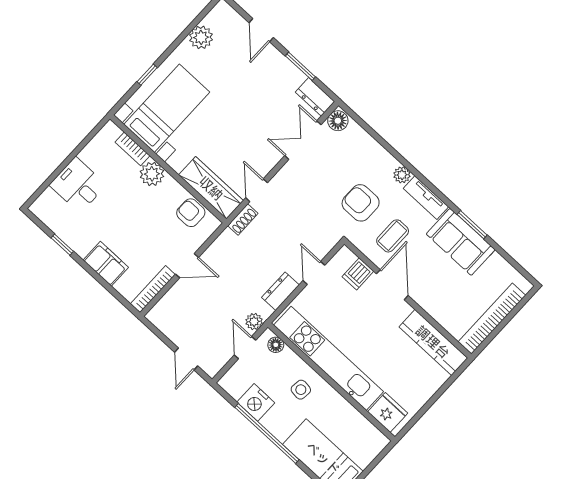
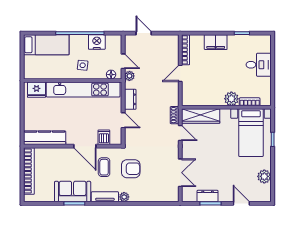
dresser: (315, 97) -> (208, 196), moved
floor lamp: (338, 121) -> (173, 195), removed
armchair: (191, 213) -> (199, 97), removed

